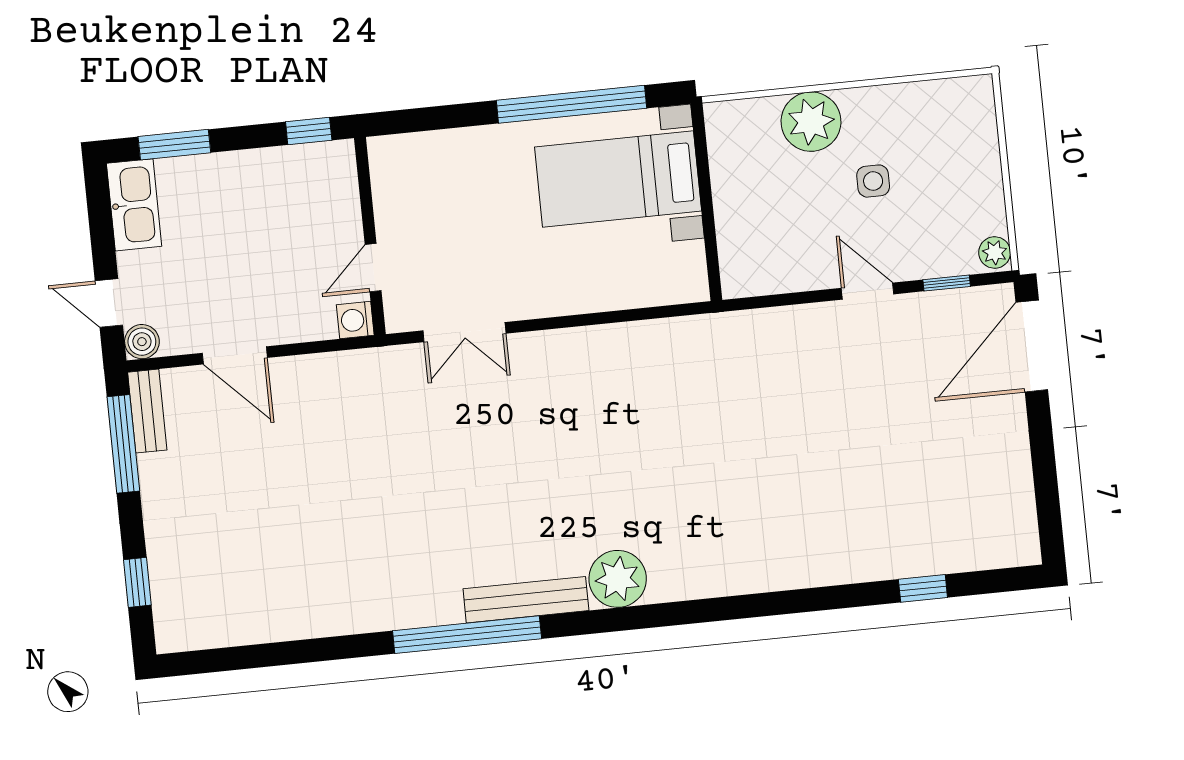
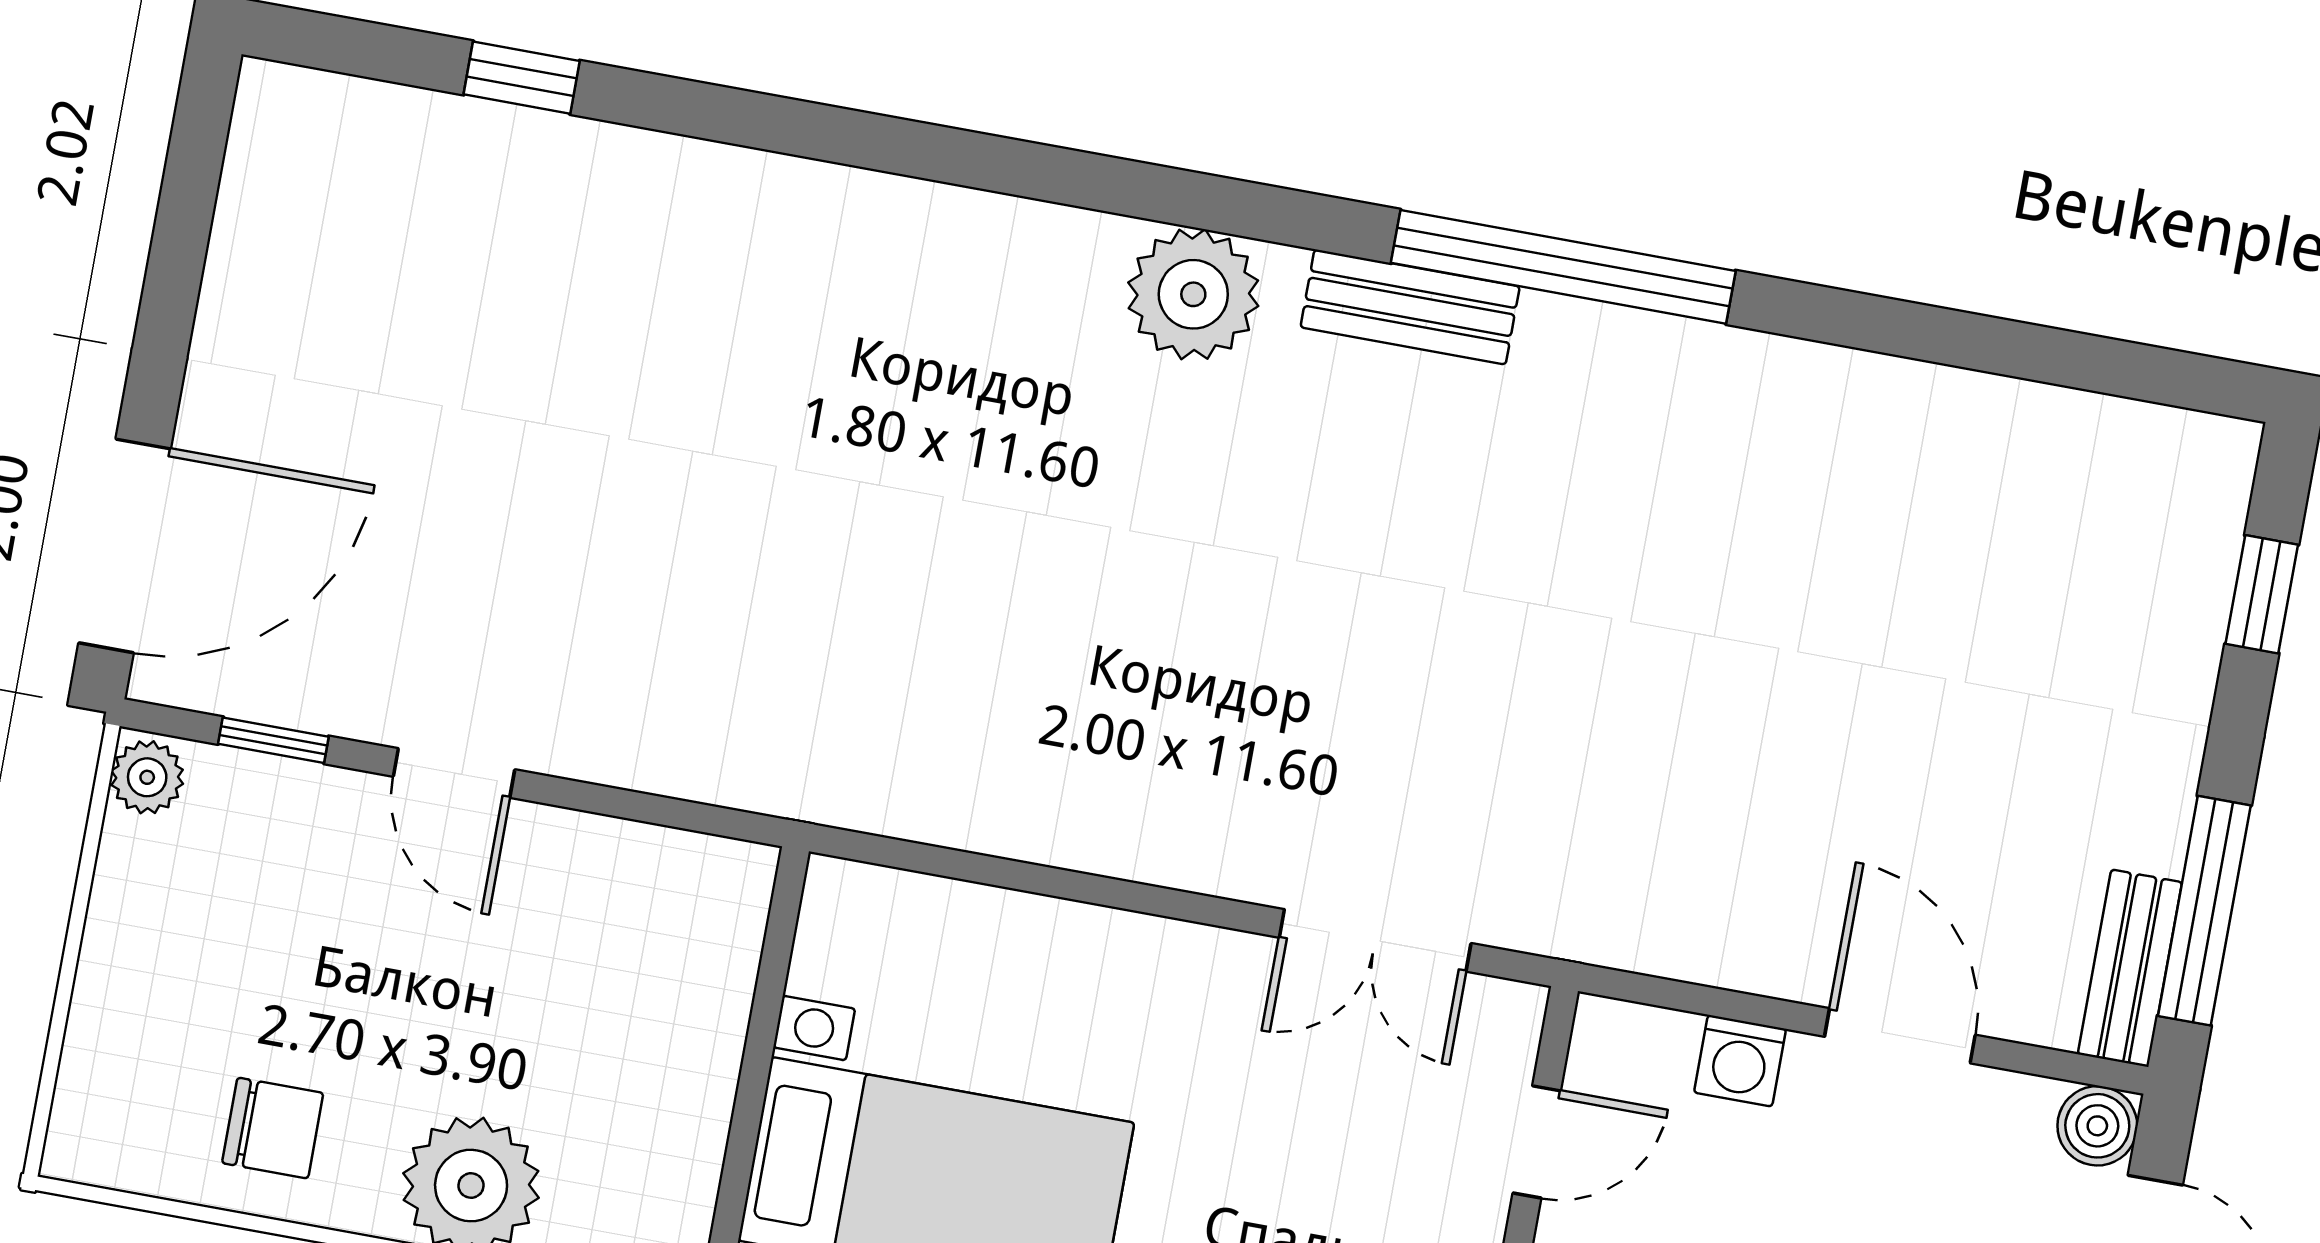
chair: (900, 122) -> (273, 1128), added
side table: (873, 181) -> (371, 1014), removed
washing machine: (355, 320) -> (1740, 1061), moved, turned 90
double door: (464, 332) -> (1375, 940), swing flipped
bench: (526, 600) -> (1410, 307), width x0.73

